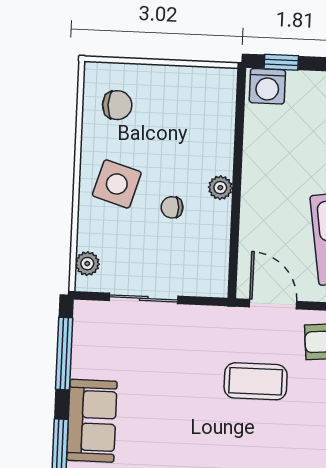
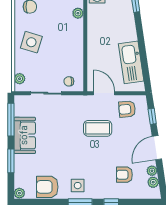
plant: (220, 188) -> (78, 13), moved
chair: (172, 207) -> (69, 81), moved
sofa: (92, 421) -> (25, 135), moved

